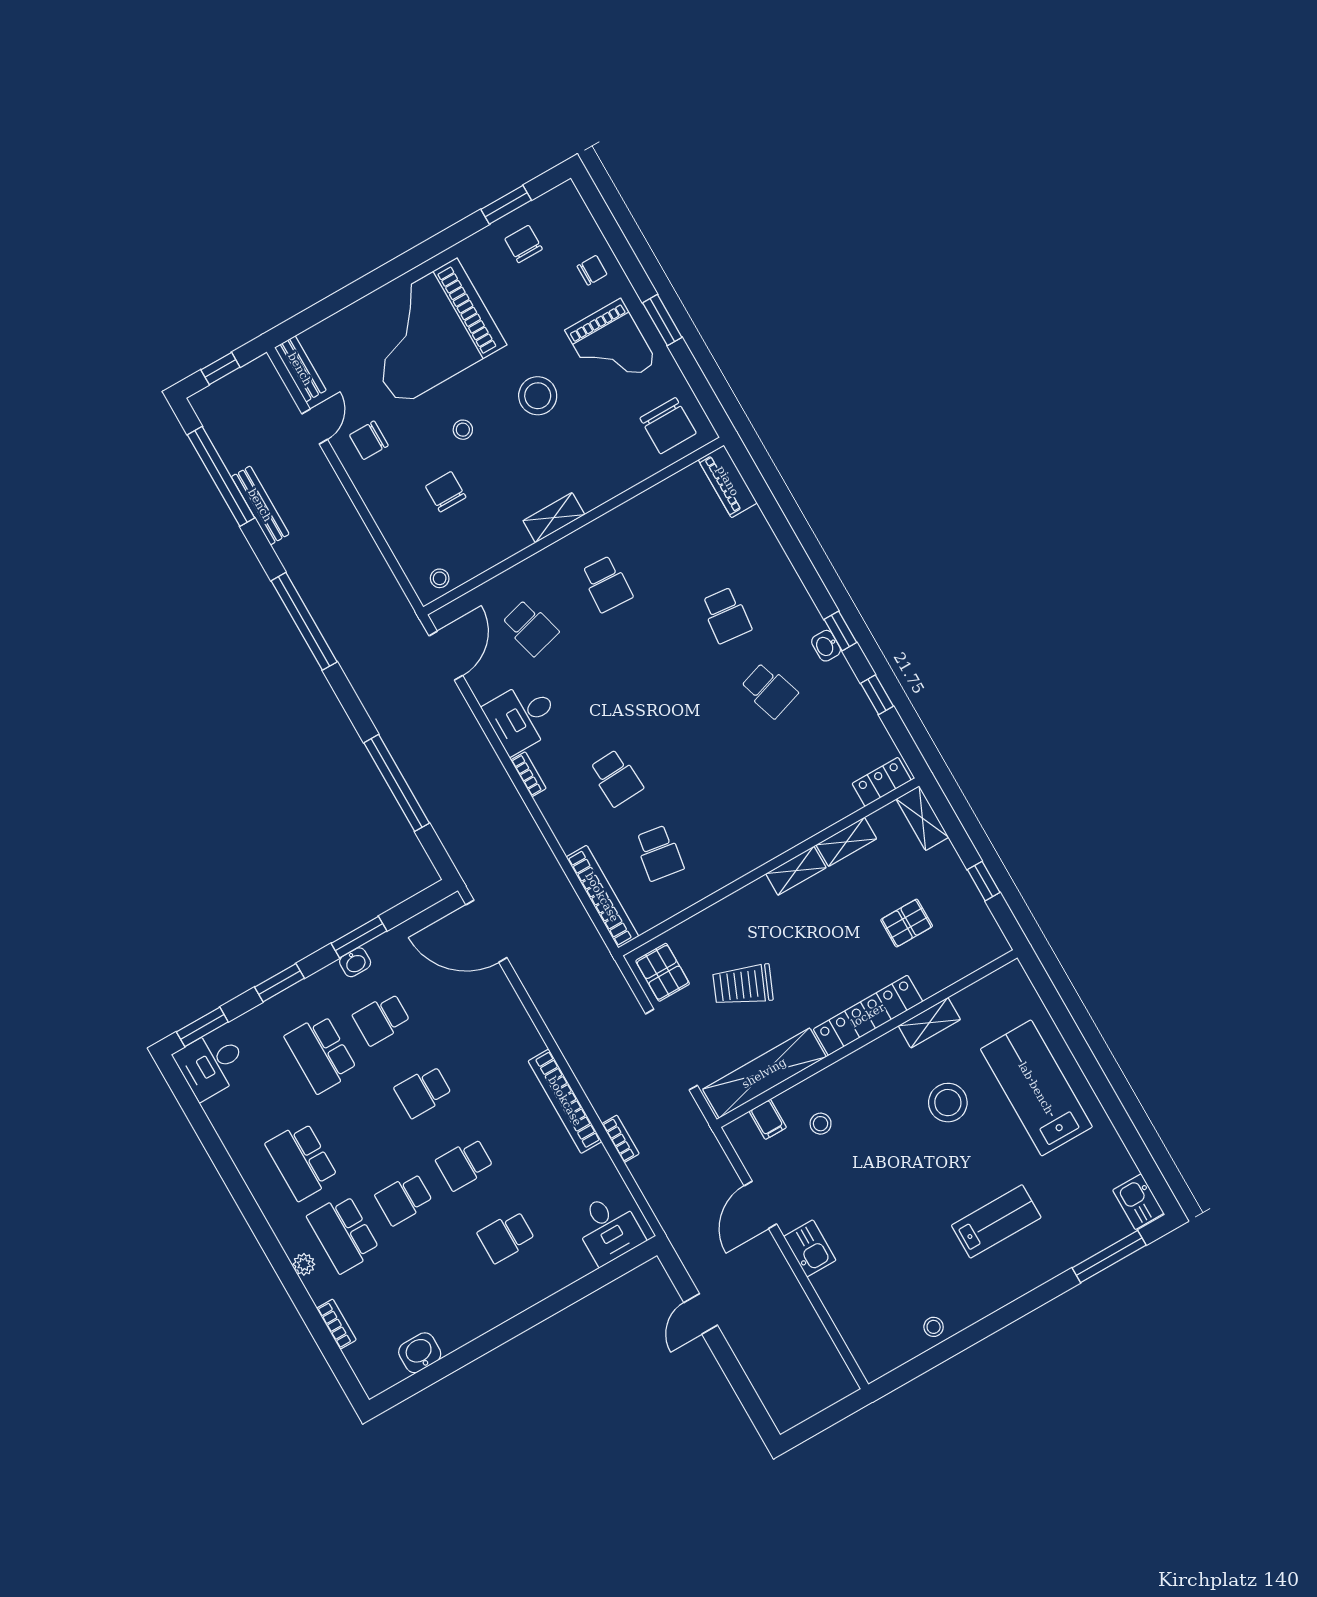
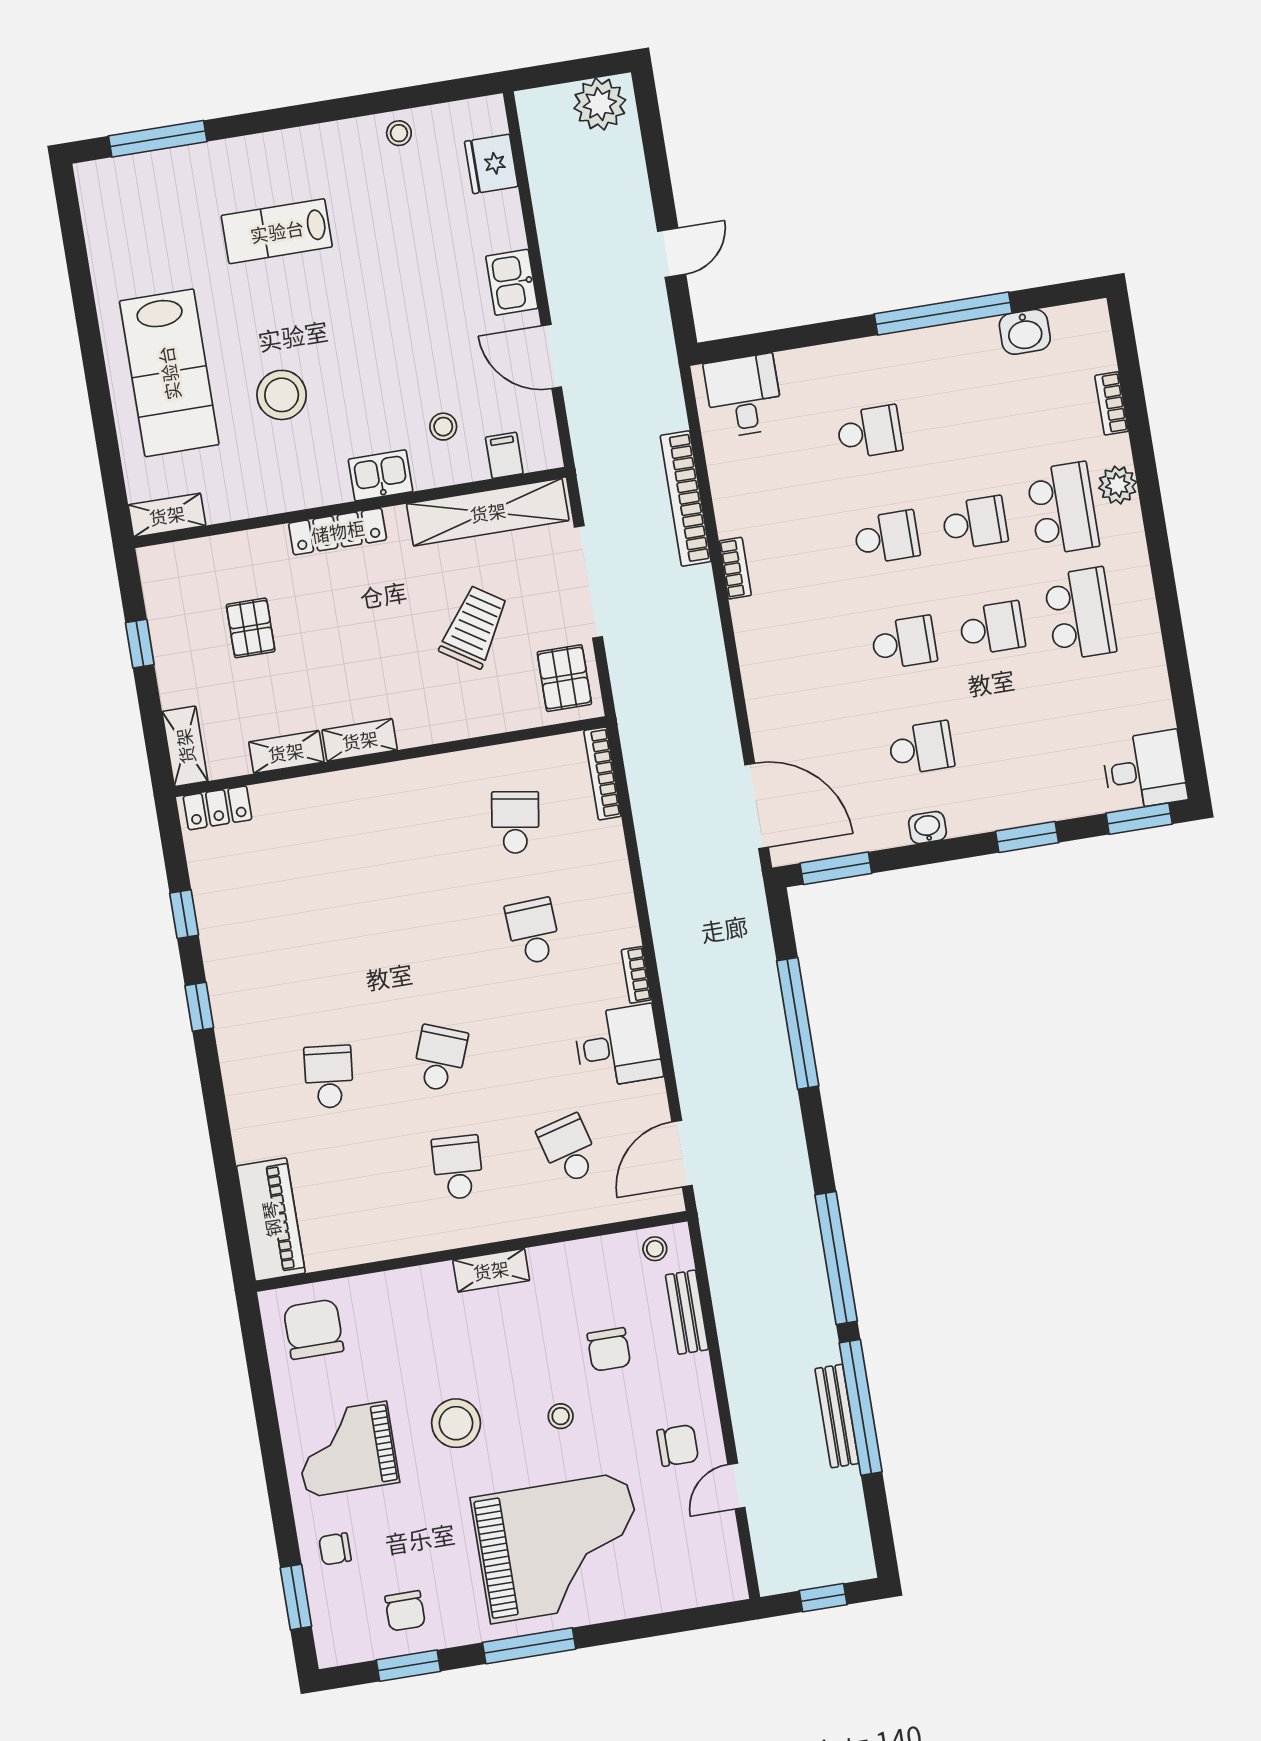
window: (423, 252) -> (529, 1646), added
window: (662, 320) -> (296, 1597), moved
grand piano: (611, 346) -> (346, 1449), turned -90
bench: (300, 369) -> (687, 1312), moved
window: (221, 476) -> (861, 1407), moved
piano: (728, 481) -> (271, 1219), width x1.37, depth x1.33
washbasin: (826, 646) -> (223, 995), removed
school desk: (769, 690) -> (440, 1059), moved, turned 39
bookcase: (602, 897) -> (602, 773), width x0.68, depth x0.76
pallet: (907, 923) -> (251, 628), turned 90
window: (359, 937) -> (836, 868), moved
trolley: (743, 985) -> (474, 627), turned -80
locker: (868, 1015) -> (338, 531), width x0.71, depth x0.83
shelving: (929, 1023) -> (167, 515), moved
school desk: (321, 1054) -> (992, 628), moved, width x0.54
bookcase: (565, 1101) -> (735, 568), width x0.43, depth x0.76
bookcase: (621, 1139) -> (686, 498), width x2.31, depth x1.31
kitchen sink: (1138, 1202) -> (381, 475), moved, turned -90
door: (760, 1205) -> (551, 356), swing flipped
plant: (304, 1264) -> (1118, 485), width x1.38, depth x1.38
fridge: (857, 1330) -> (491, 164), added
window: (485, 1344) -> (943, 313), added
plant: (794, 1403) -> (600, 104), added

